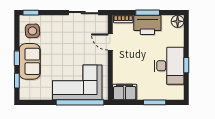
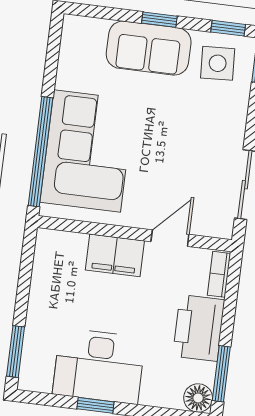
window: (148, 13) -> (221, 374), moved
window: (17, 81) -> (228, 28), moved
filing cabinet: (125, 92) -> (115, 255), moved, turned 90
window: (155, 102) -> (16, 352), moved

